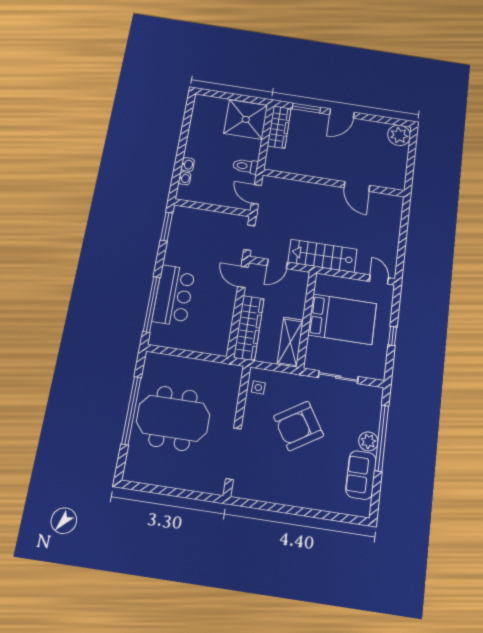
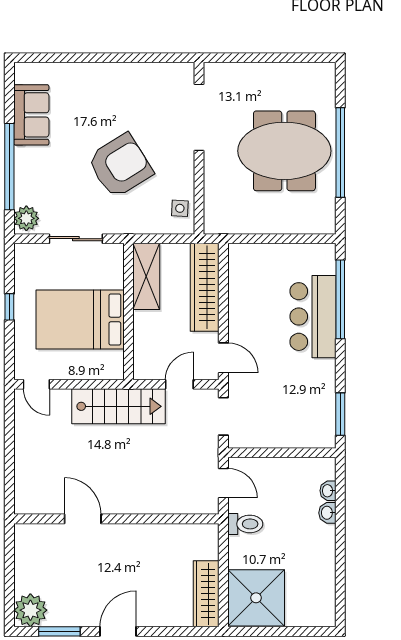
window: (306, 108) -> (59, 631), moved
plant: (368, 441) -> (26, 218), moved

